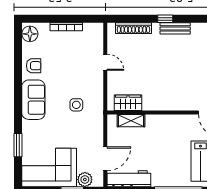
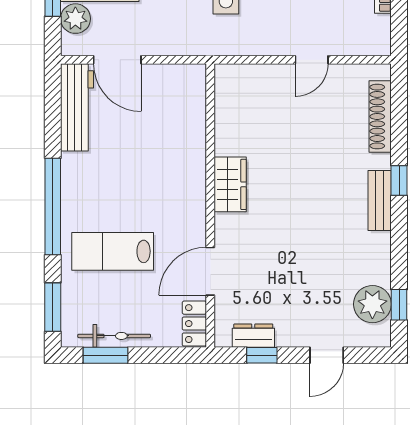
wardrobe: (128, 103) -> (230, 184), moved
shelving: (131, 121) -> (194, 111), removed

